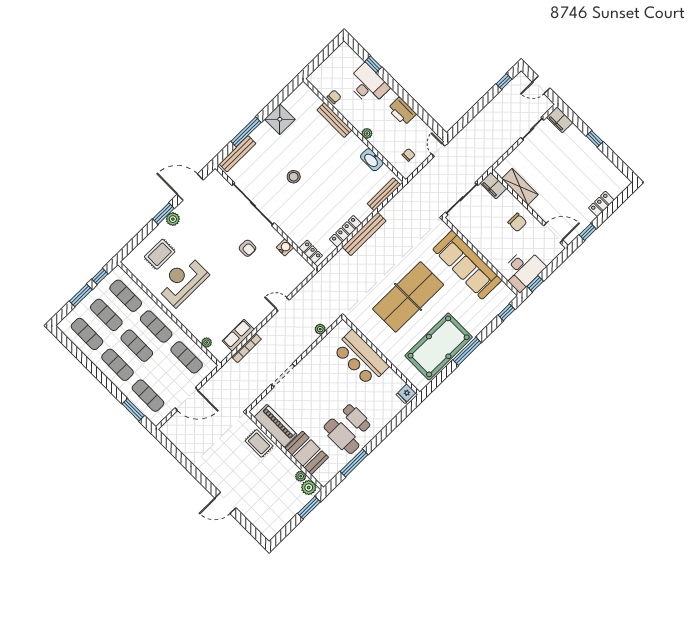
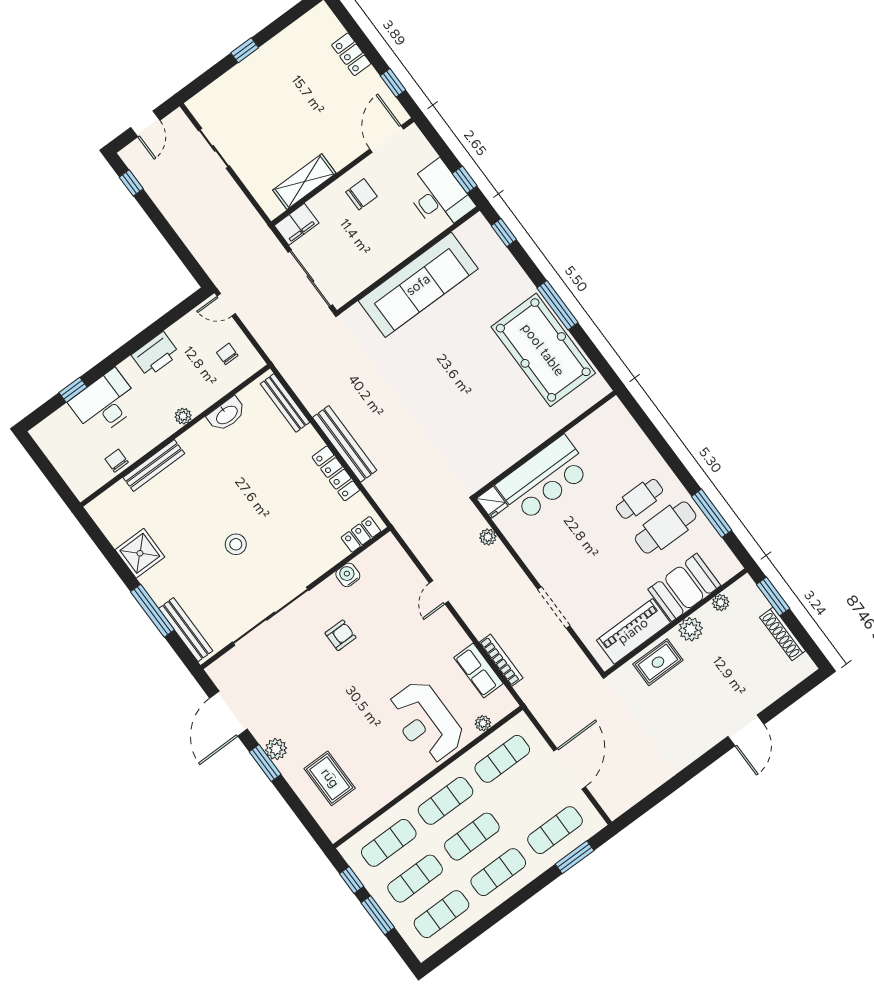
filing cabinet: (560, 120) -> (206, 102), removed
reception desk: (182, 281) -> (426, 722), moved
table tennis table: (408, 297) -> (456, 388), removed
fridge: (406, 394) -> (492, 502), moved
plant: (309, 487) -> (691, 629), moved
shoe rack: (287, 517) -> (783, 634), added

